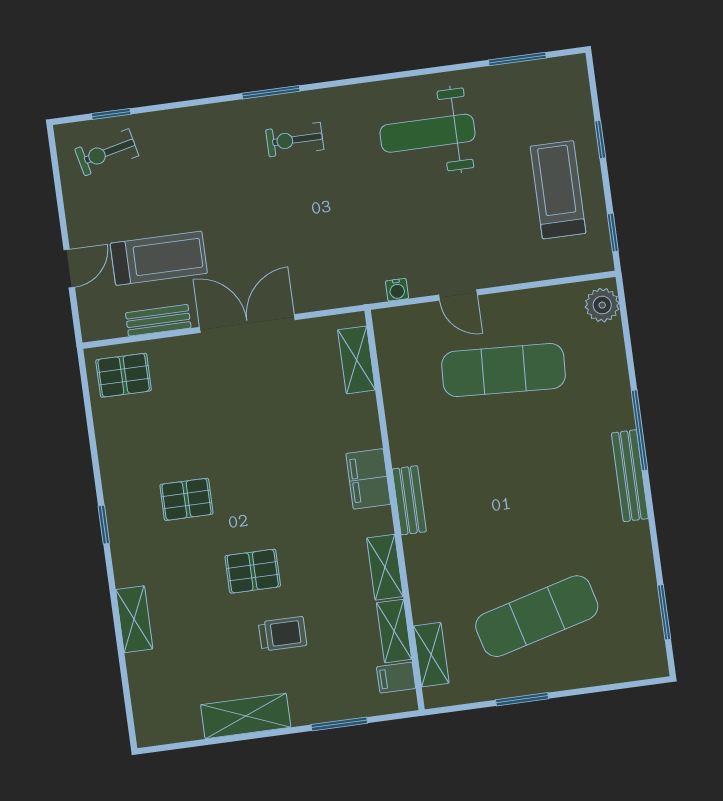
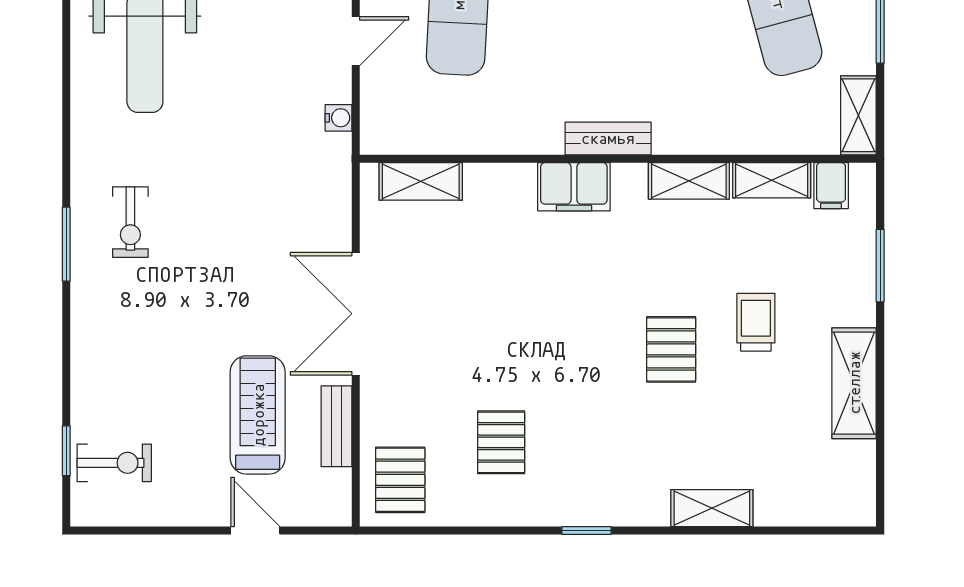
exercise bike: (107, 152) -> (114, 463), turned -77
pallet: (186, 499) -> (501, 442), moved
shelving: (431, 655) -> (858, 115), moved, turned 90

